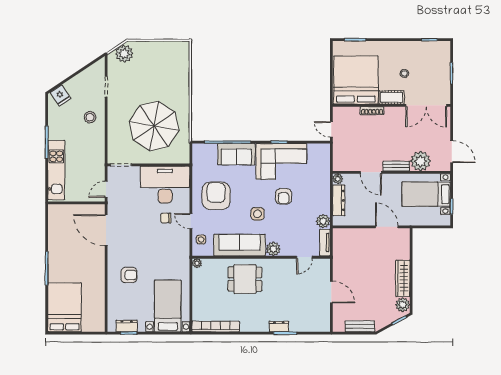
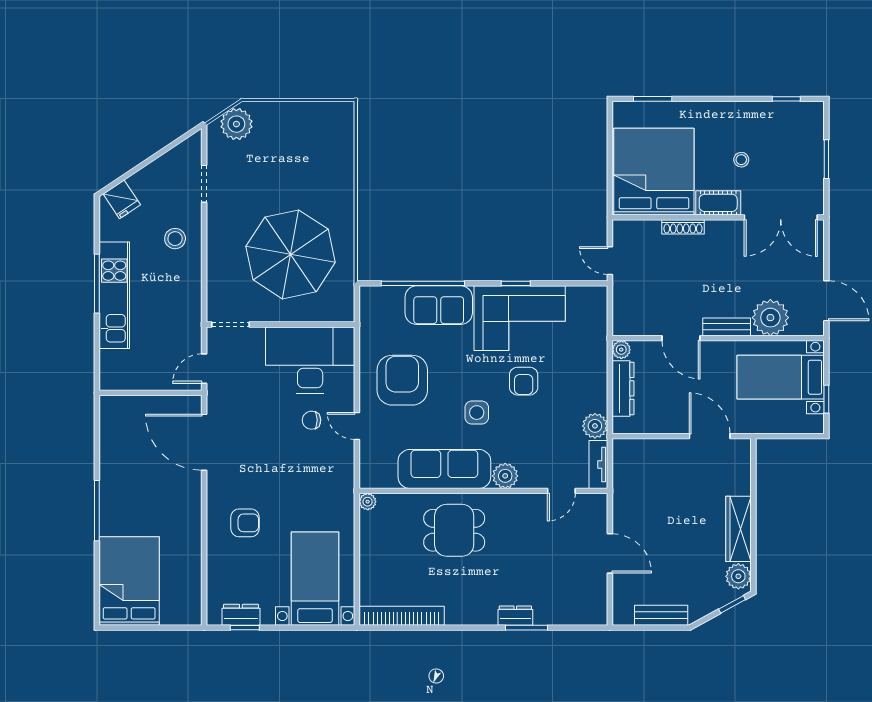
kitchen unit: (56, 170) -> (114, 295), moved
side table: (201, 240) -> (375, 459), removed

